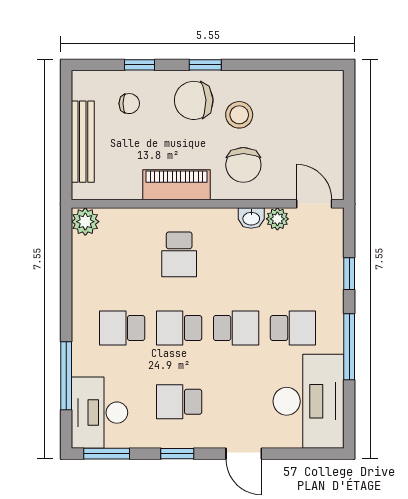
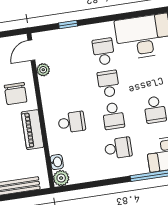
chair: (243, 165) -> (16, 94), turned 90
washbasin: (251, 218) -> (57, 162), moved
school desk: (122, 328) -> (118, 148), turned -90
window: (349, 347) -> (109, 18), removed

